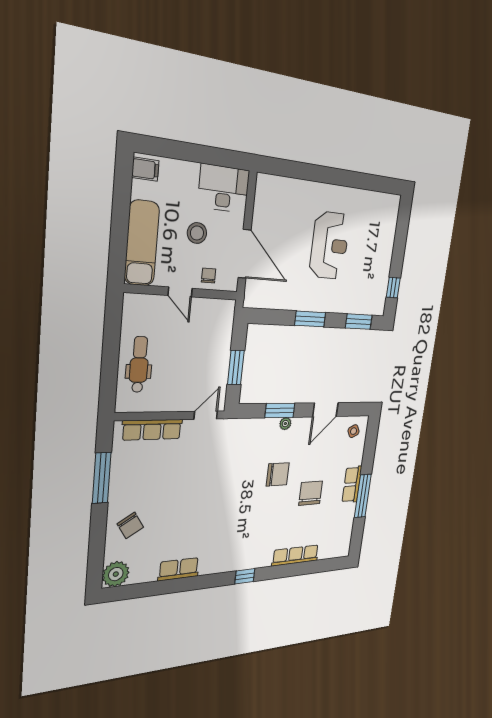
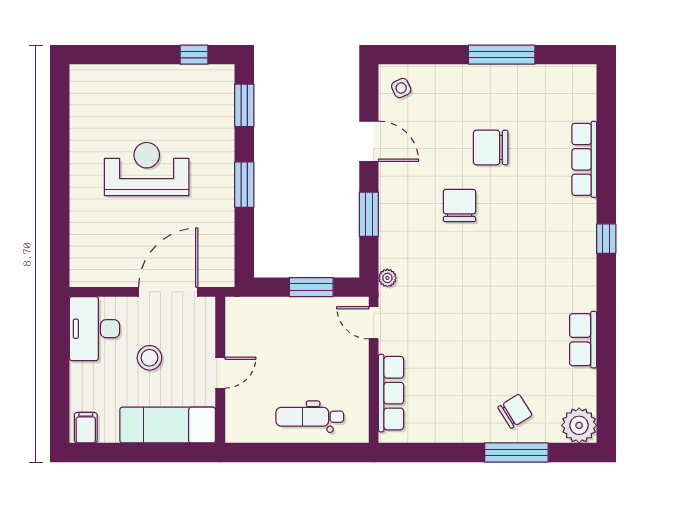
chair: (209, 276) -> (198, 337), removed
plant: (285, 424) -> (387, 278), moved
window: (102, 478) -> (516, 452), moved
row of seats: (352, 484) -> (482, 78), removed

